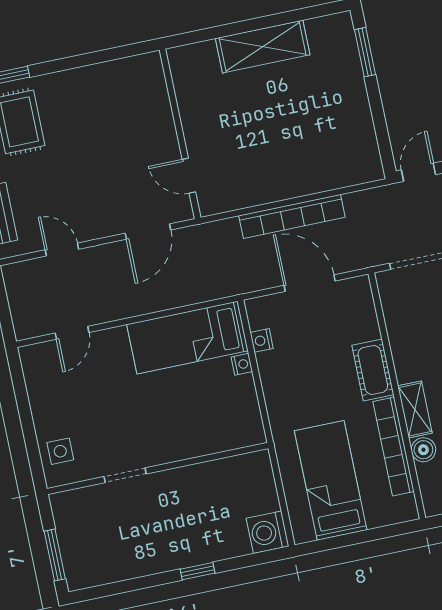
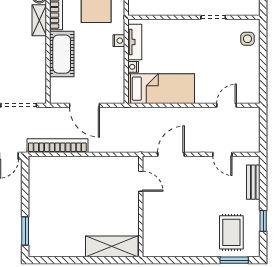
shelving: (263, 47) -> (112, 246), moved
bookcase: (292, 216) -> (57, 146), moved
nightstand: (262, 340) -> (119, 41), moved
cot: (373, 370) -> (62, 54), width x1.37, depth x1.34
tv unit: (248, 406) -> (135, 42), added

